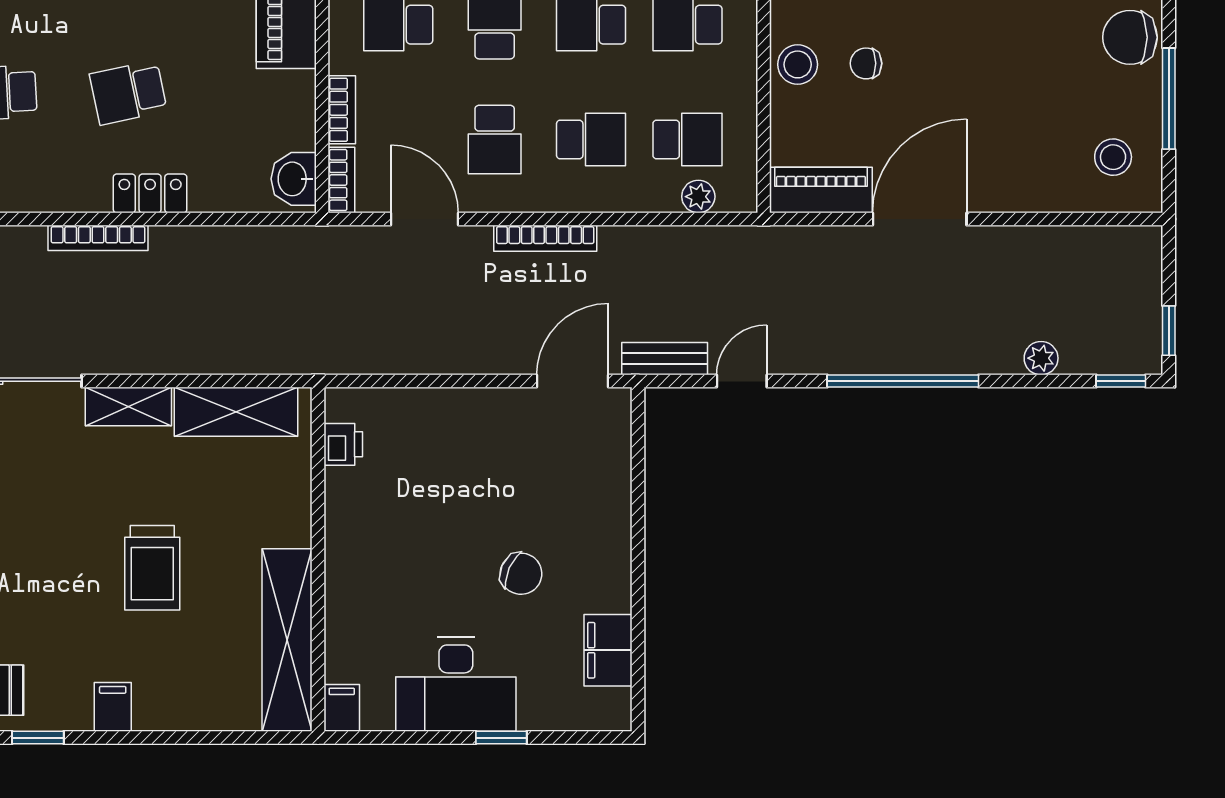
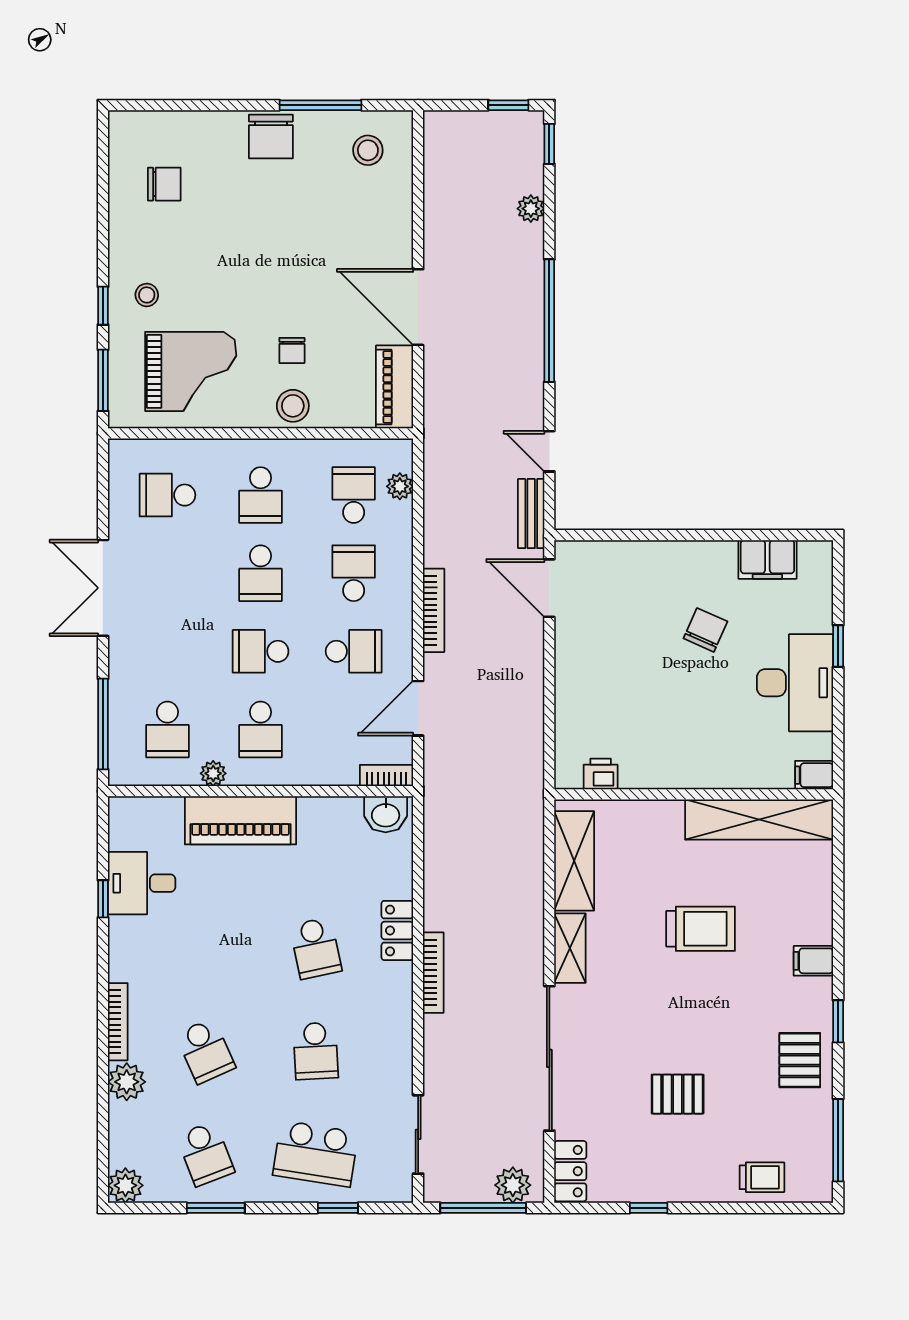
bookcase: (342, 110) -> (330, 775), removed

